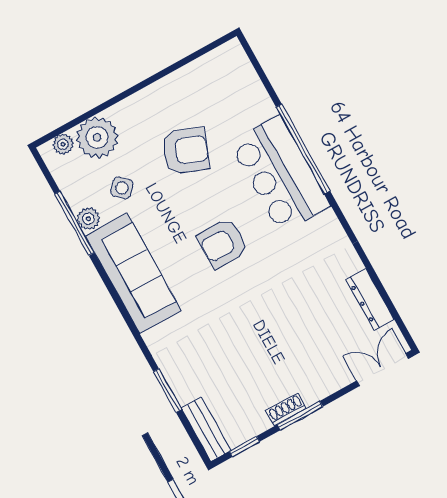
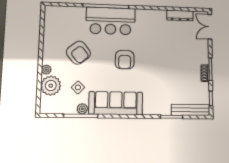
plant: (63, 144) -> (46, 70), moved
armchair: (185, 151) -> (78, 53), turned 120
bench: (206, 429) -> (191, 110), width x1.36

